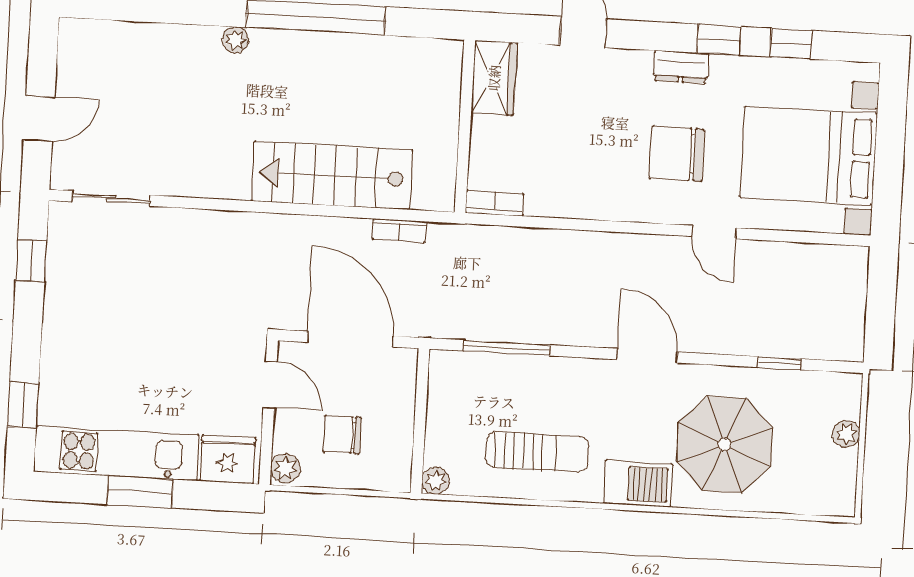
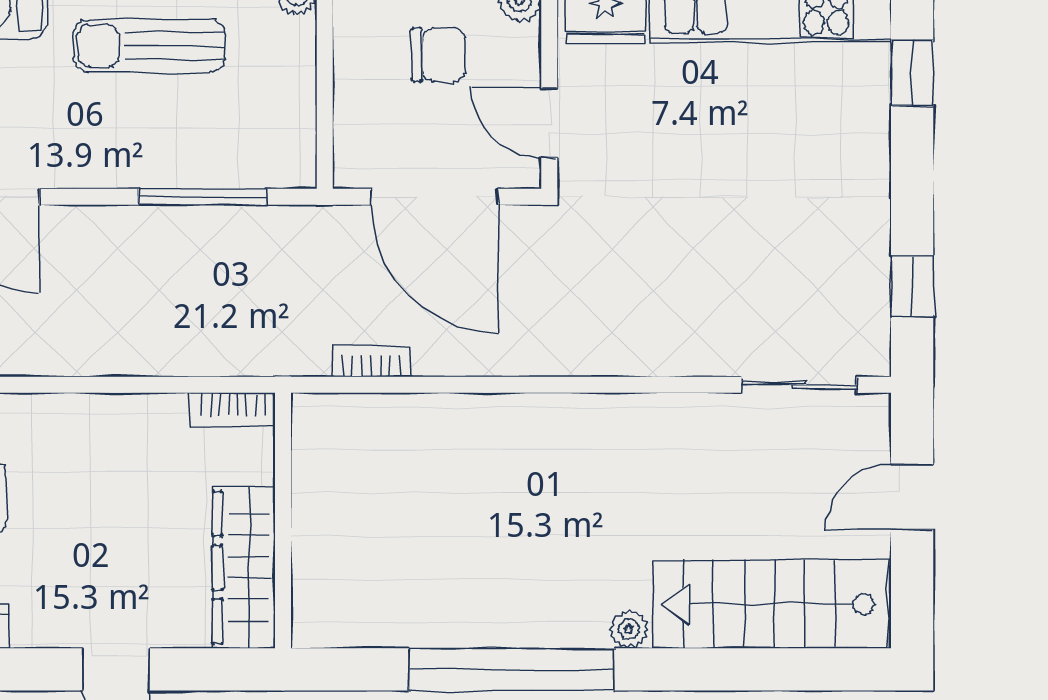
wardrobe: (494, 78) -> (244, 568), width x1.50
stairs: (332, 175) -> (770, 604), moved, turned 180

